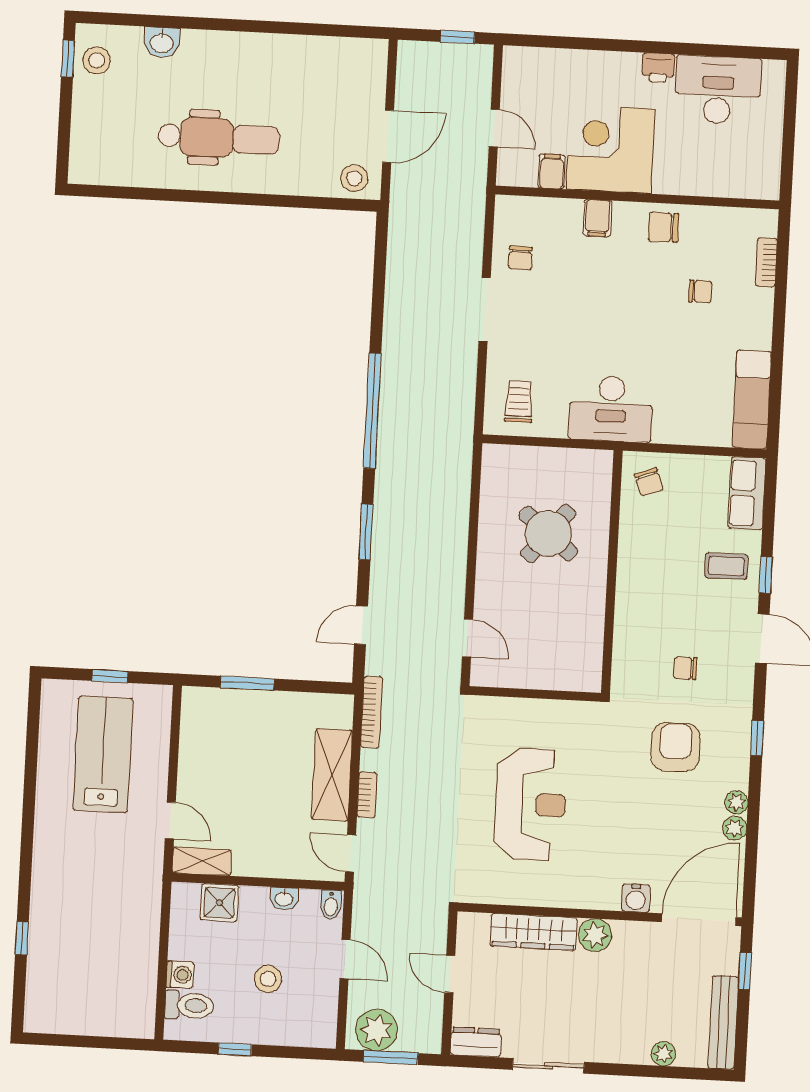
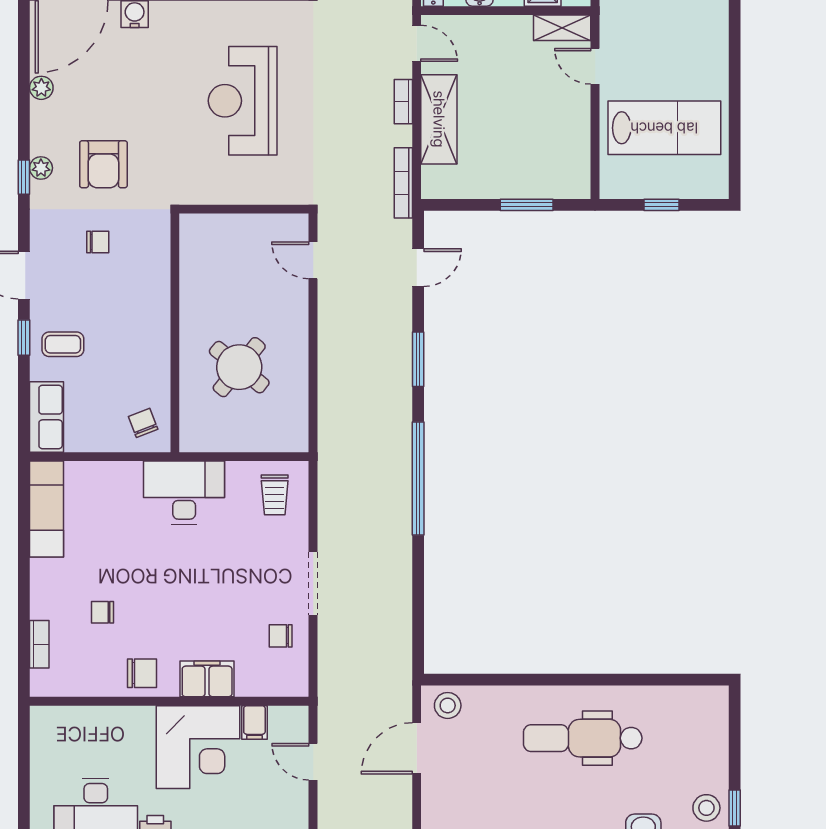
filing cabinet: (598, 218) -> (207, 679), width x2.00
chair: (520, 258) -> (281, 636), turned -90
lab bench: (103, 754) -> (664, 128), turned -90
plant: (736, 802) -> (41, 168), moved

